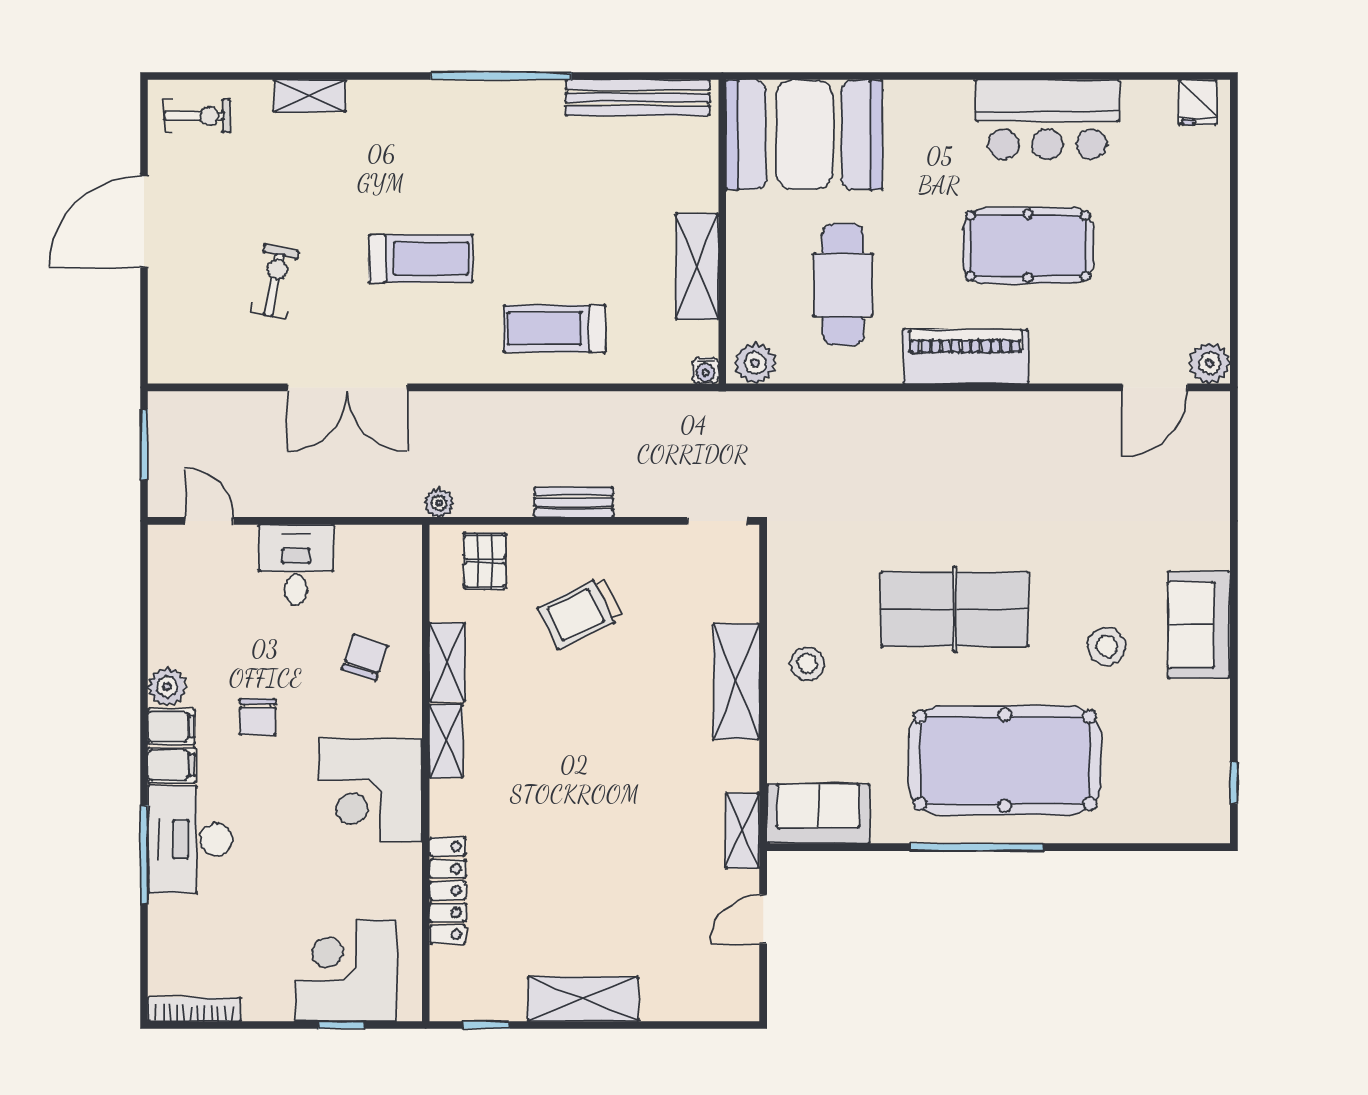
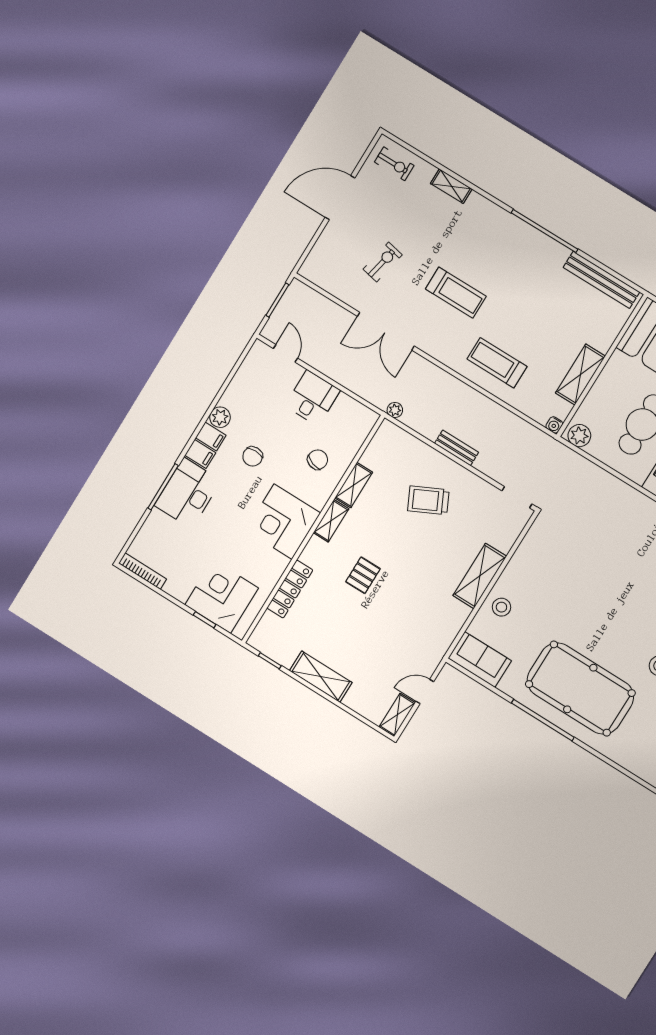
pallet: (485, 561) -> (363, 575), moved
table tennis table: (955, 609) -> (601, 605), removed
stool: (807, 664) -> (501, 607), moved
shelving: (742, 831) -> (397, 715), moved

